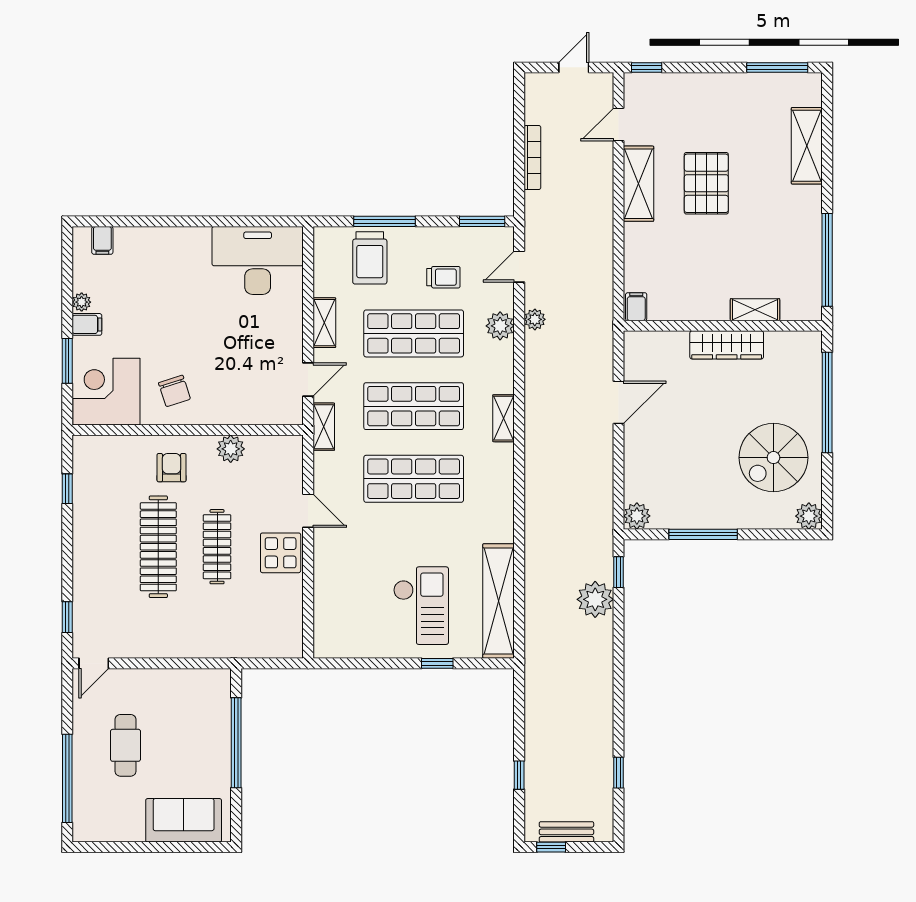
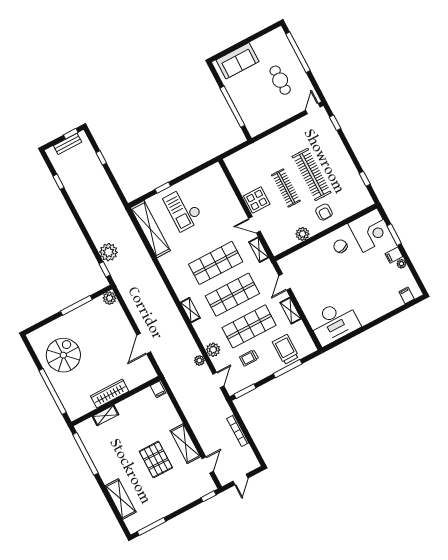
shelving: (324, 427) -> (259, 250), moved
plant: (809, 516) -> (34, 338), removed

